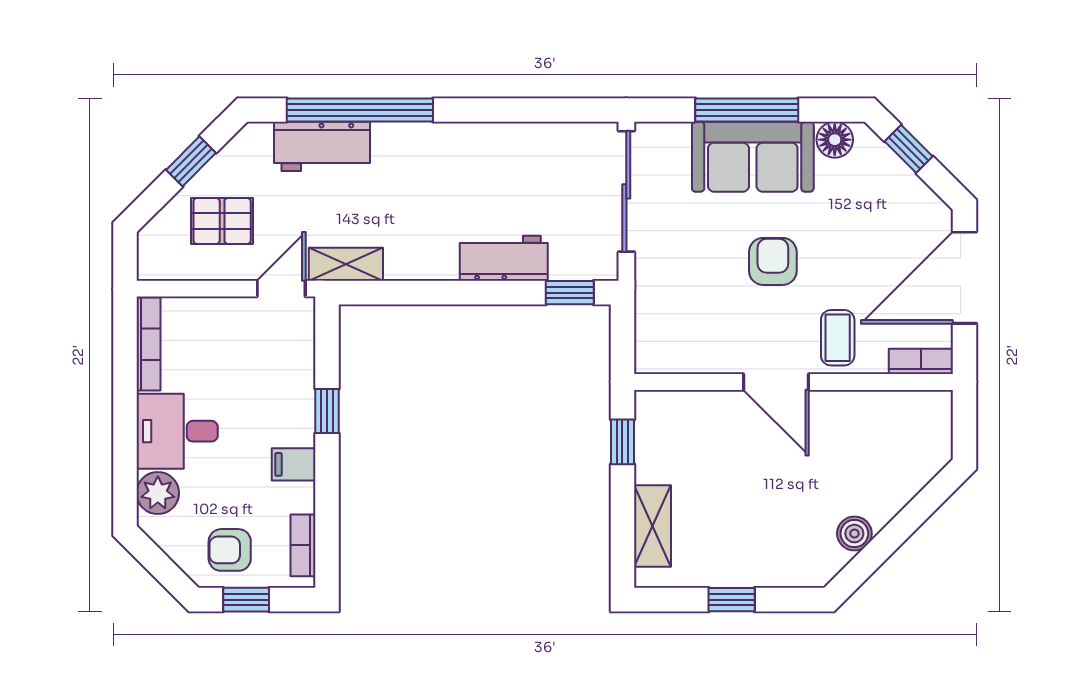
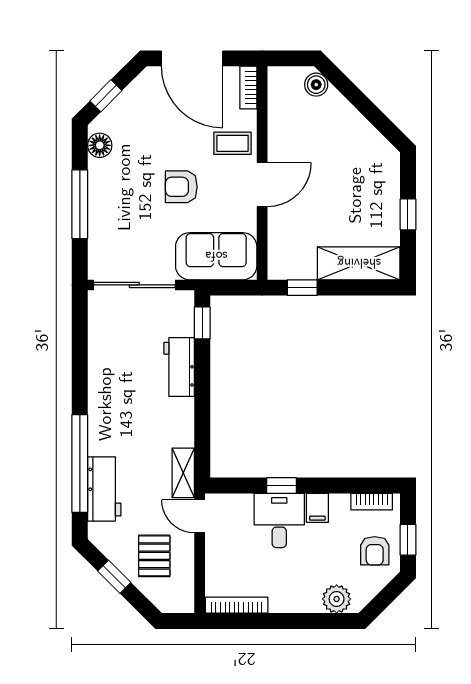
sofa: (753, 157) -> (216, 256), moved, turned -90
desk: (177, 431) -> (279, 521), moved, turned 180
shelving: (653, 526) -> (359, 263), width x1.50, depth x1.33
boiler: (854, 534) -> (316, 85), moved

